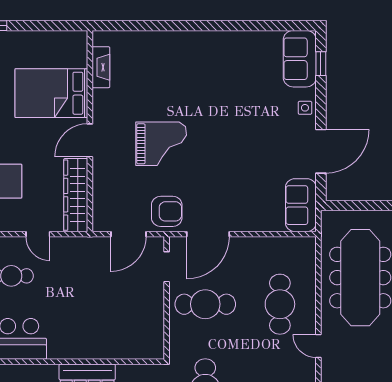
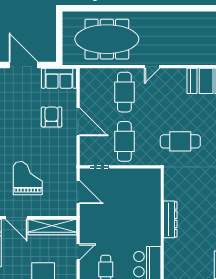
grand piano: (161, 144) -> (28, 178), moved
armchair: (167, 211) -> (52, 117), moved
door: (208, 234) -> (78, 122), moved
cafe table: (280, 304) -> (124, 92), turned 90

